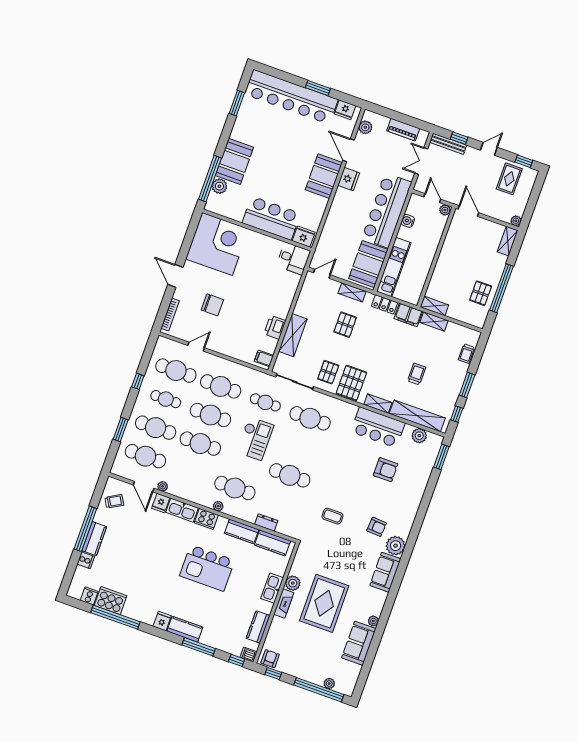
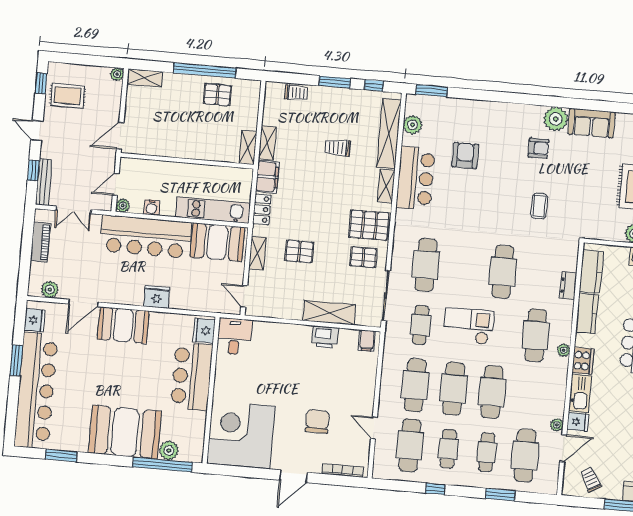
booth: (234, 161) -> (125, 432), width x1.36, depth x1.42
fridge: (349, 179) -> (157, 297), moved
plant: (445, 210) -> (123, 205), moved
cafe table: (156, 428) -> (487, 452), width x0.73, depth x0.74
armchair: (377, 527) -> (538, 148), turned 86

